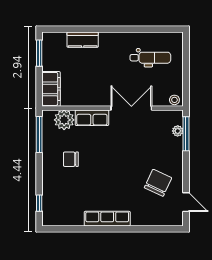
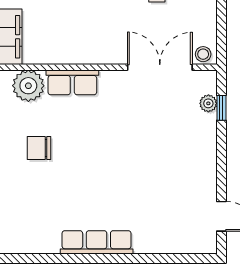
double door: (131, 108) -> (160, 67), moved
window: (186, 134) -> (221, 108), width x0.46
chair: (158, 183) -> (177, 185), removed

